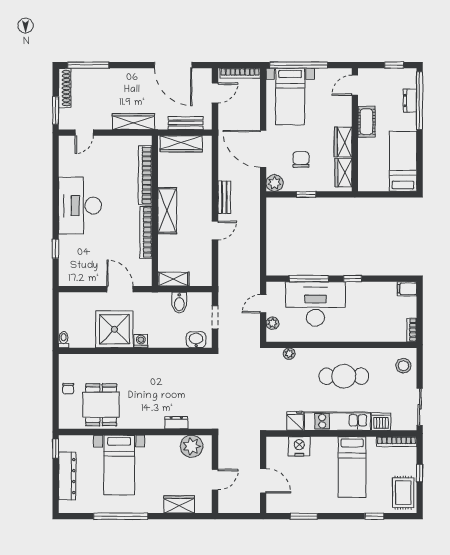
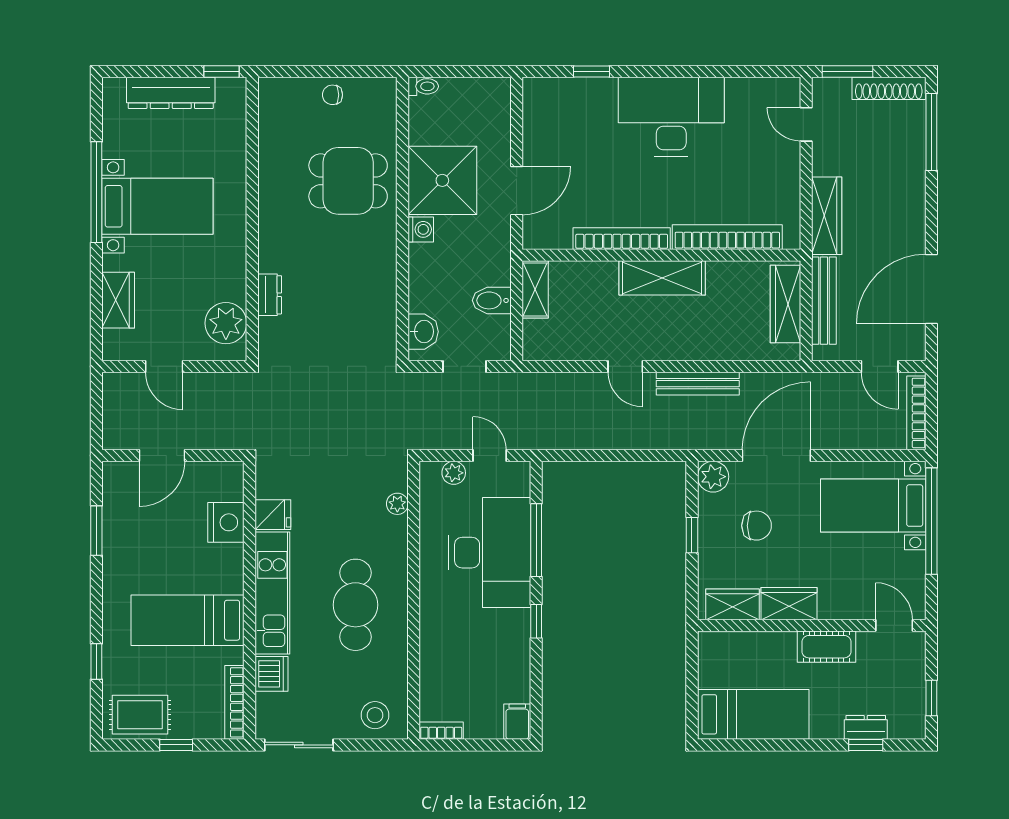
window: (420, 101) -> (866, 745), width x0.32
bench: (186, 123) -> (824, 301), width x1.36
bench: (224, 197) -> (698, 384), width x1.36
dining table: (101, 405) -> (348, 181), moved
bed with nightstands: (119, 465) -> (157, 206), moved, turned 180

